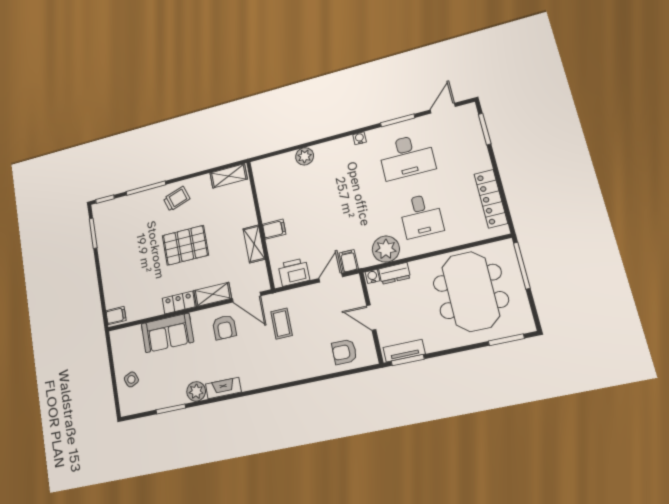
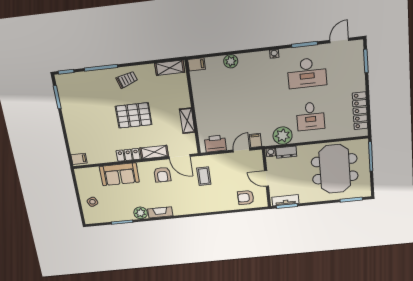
filing cabinet: (274, 229) -> (197, 64), moved

